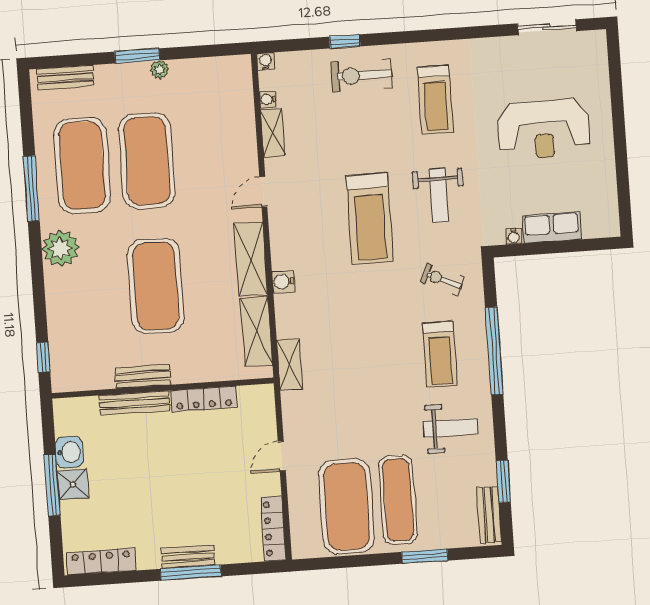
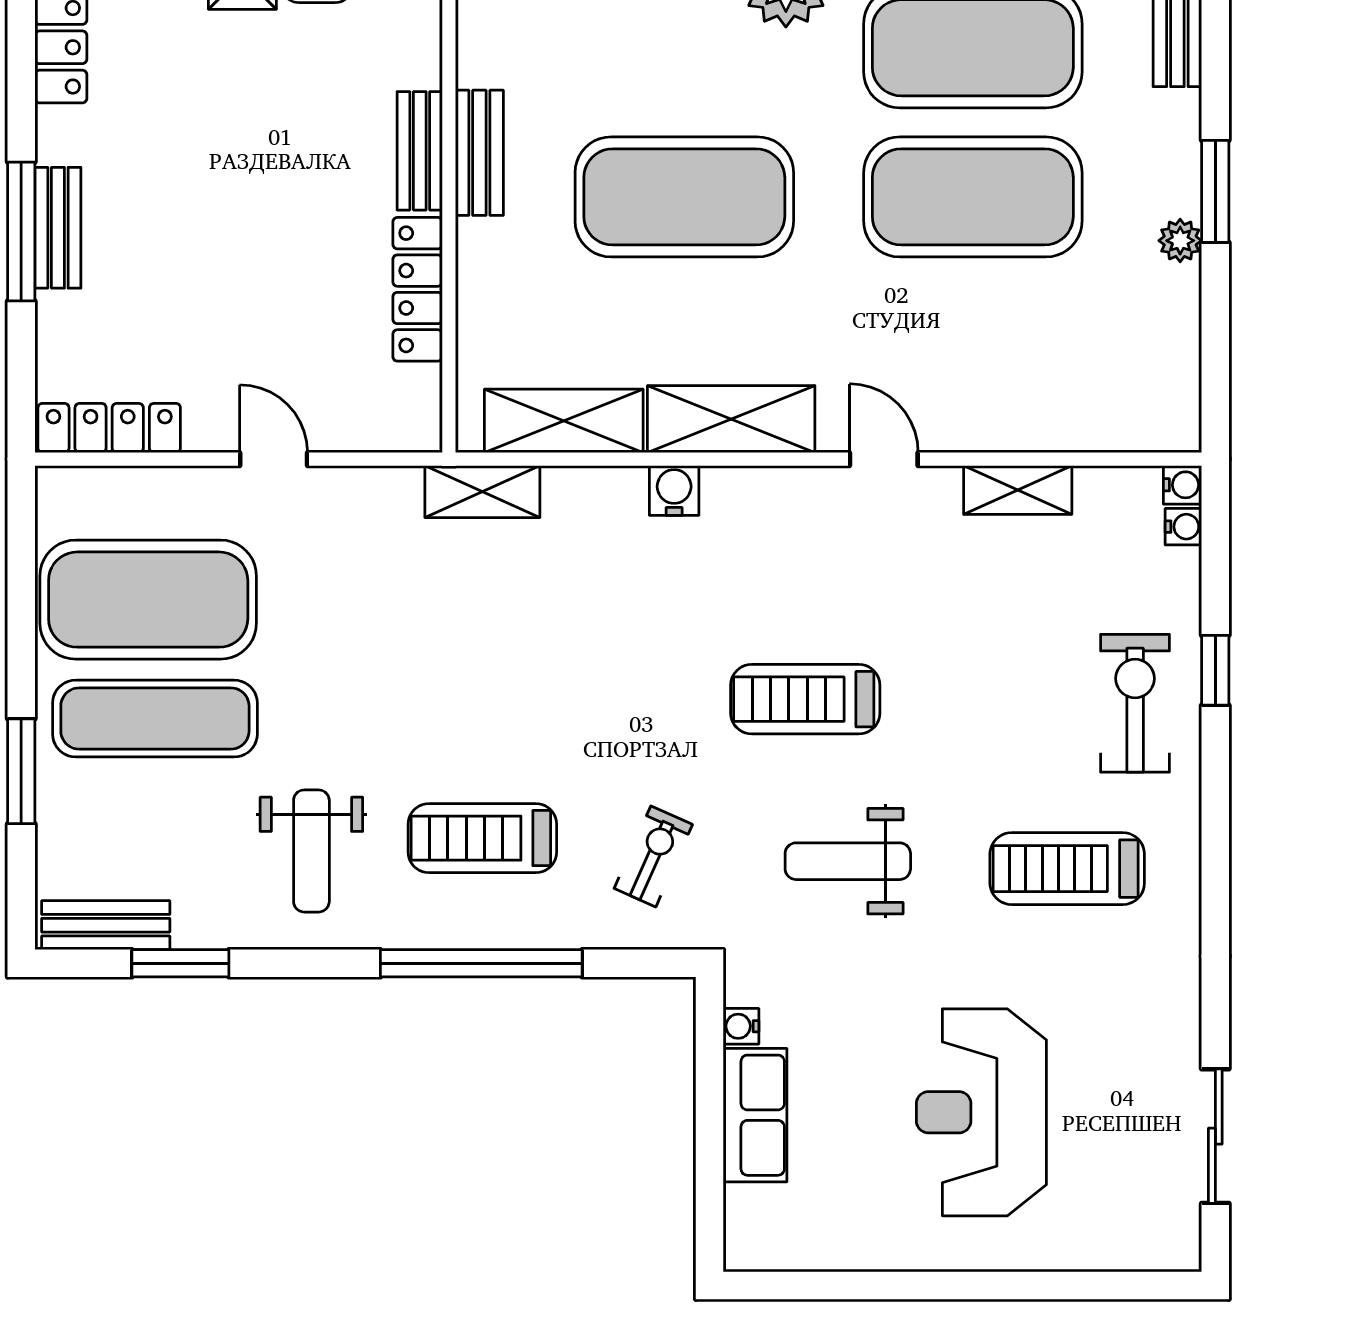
water cooler: (268, 99) -> (1183, 527), moved, turned 90
treadmill: (370, 218) -> (805, 699), width x0.73, depth x0.73
bench: (134, 403) -> (420, 151), width x0.73

